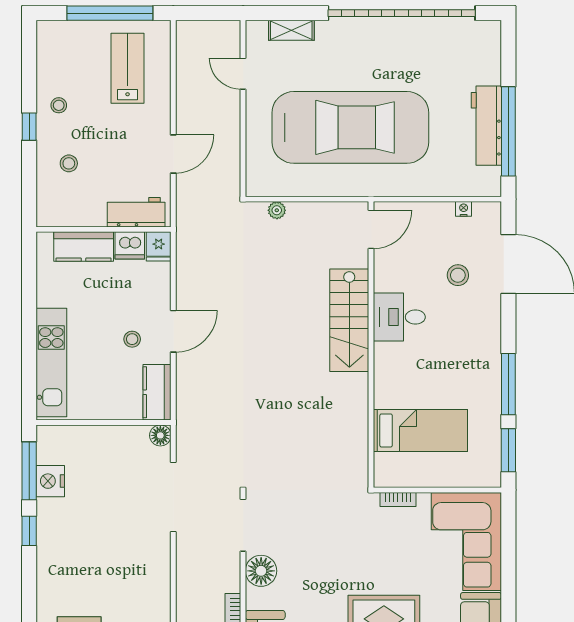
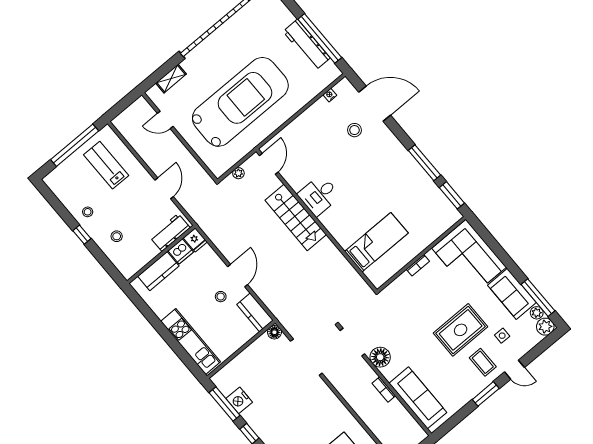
door: (371, 229) -> (269, 164), moved
desk: (399, 317) -> (319, 195), moved
stairs: (349, 320) -> (296, 217), moved
wall: (371, 345) -> (316, 220), moved
bed: (420, 430) -> (376, 242), moved

